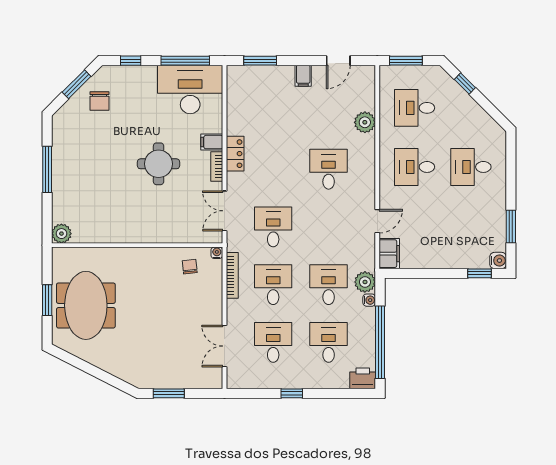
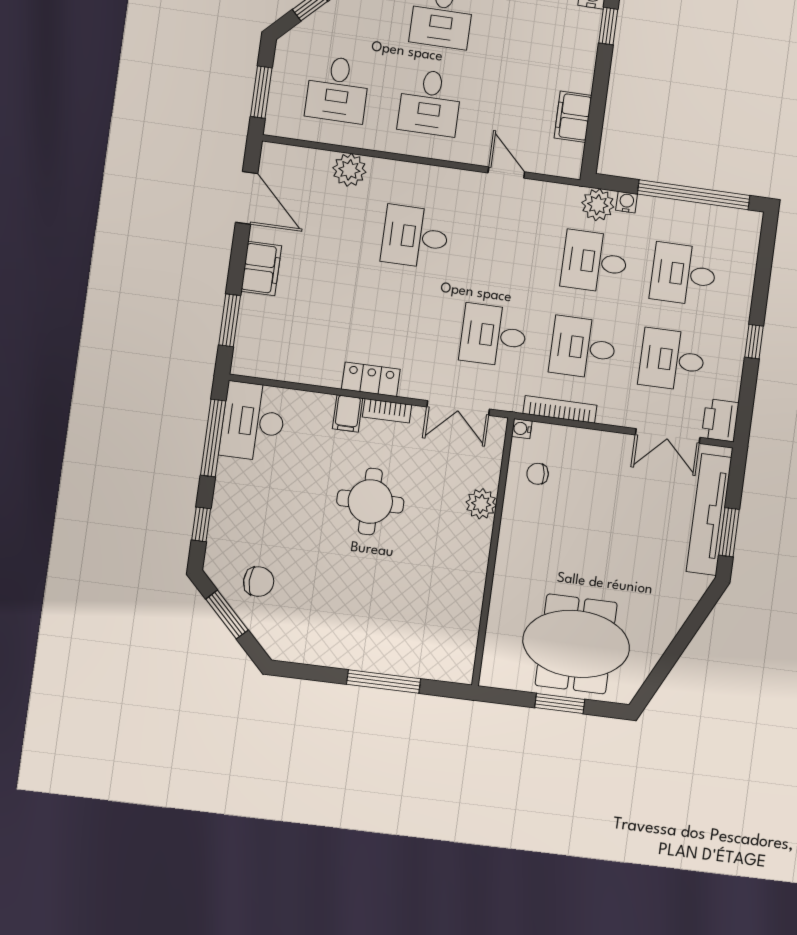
door: (338, 61) -> (247, 198), width x1.38
filing cabinet: (303, 76) -> (261, 268), width x2.00
desk: (190, 89) -> (253, 422), width x0.73, depth x0.77
window: (47, 169) -> (384, 682), moved
plant: (61, 234) -> (481, 504), moved
filing cabinet: (389, 254) -> (573, 117), moved, turned -90
printer: (363, 378) -> (720, 420), moved
tv unit: (178, 379) -> (709, 514), added

